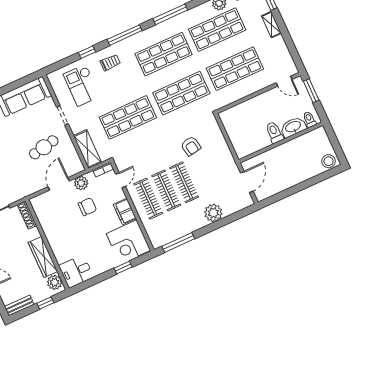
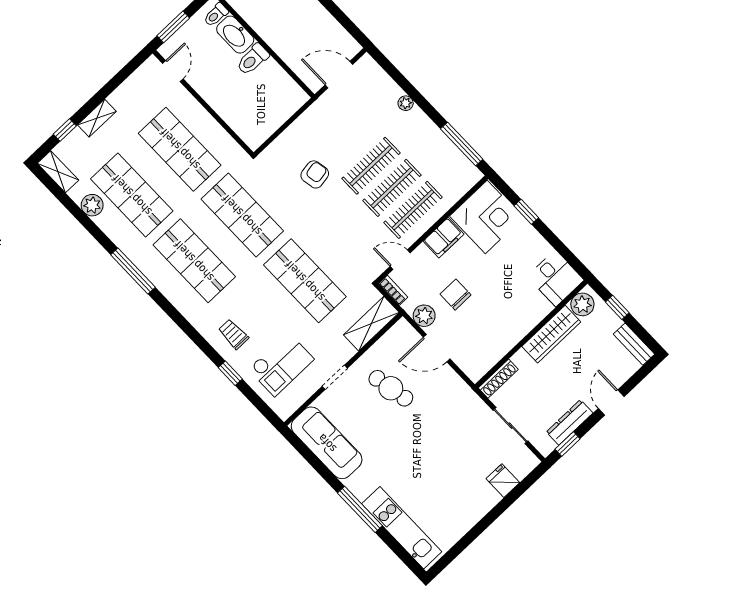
window: (125, 35) -> (186, 327), removed
plant: (213, 213) -> (406, 103), width x0.53, depth x0.53

